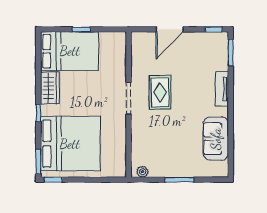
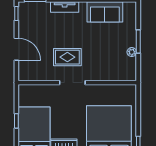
plant: (143, 172) -> (132, 52), moved

